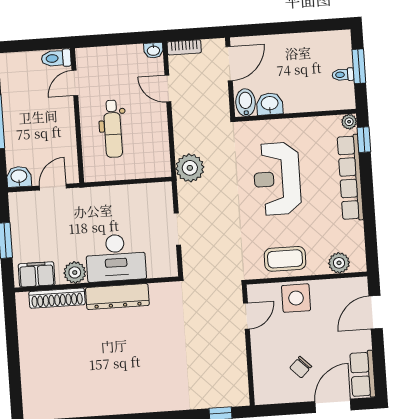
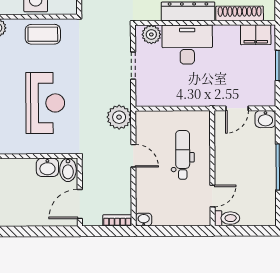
door: (168, 89) -> (133, 156), moved
plant: (75, 272) -> (151, 34), moved

